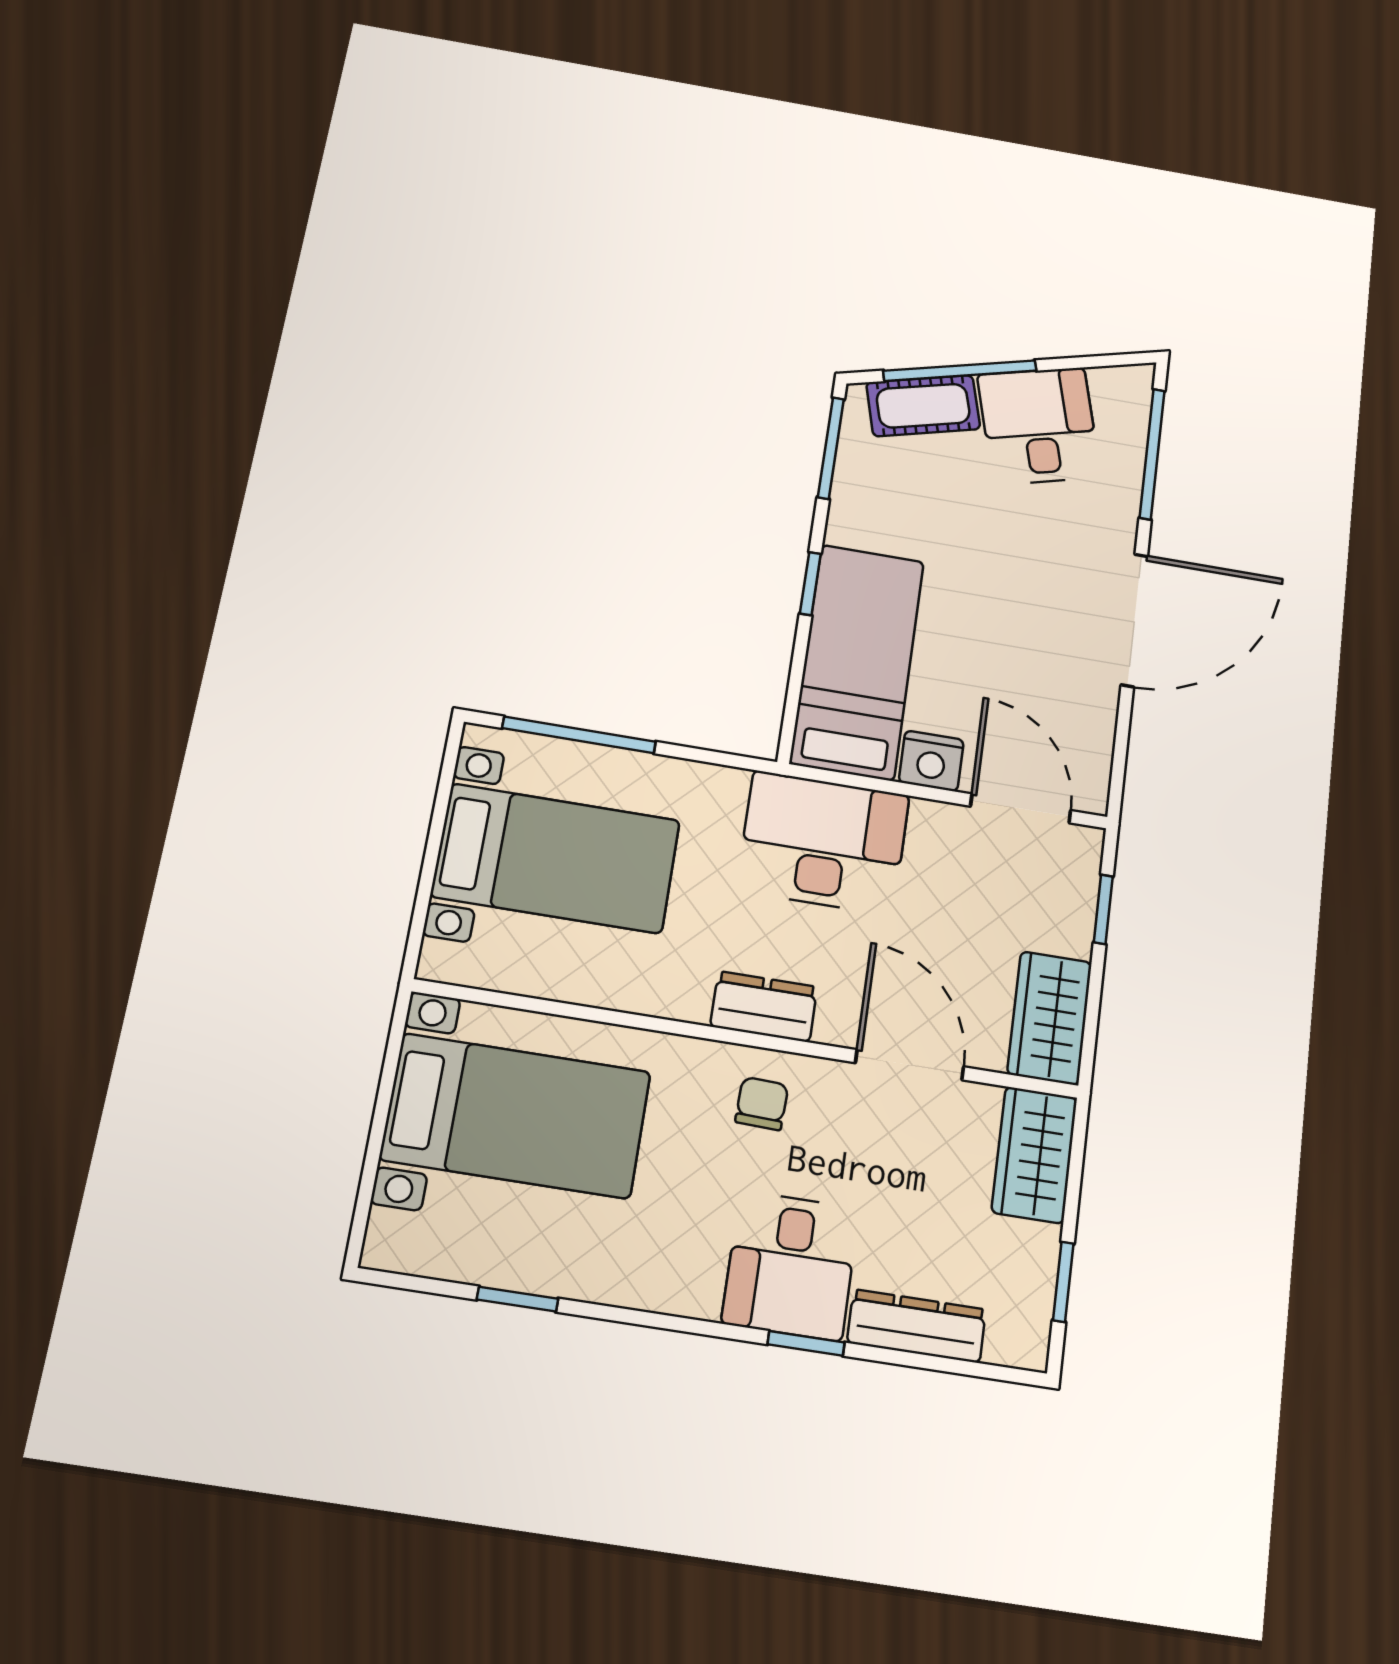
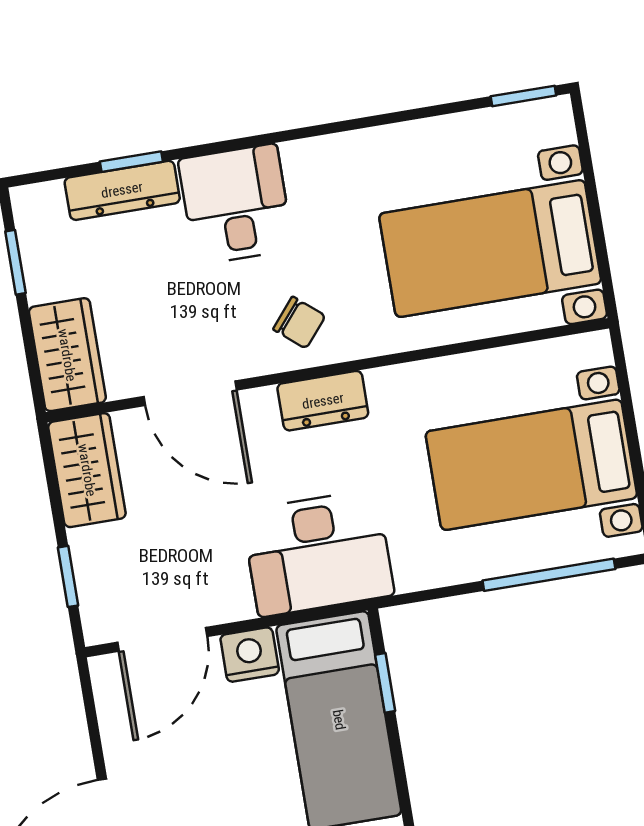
window: (810, 584) -> (385, 683), moved
door: (1021, 808) -> (162, 639), hinge flipped
chair: (762, 1104) -> (299, 323), turned -52
window: (517, 1299) -> (523, 96), moved
window: (806, 1343) -> (131, 162), moved

